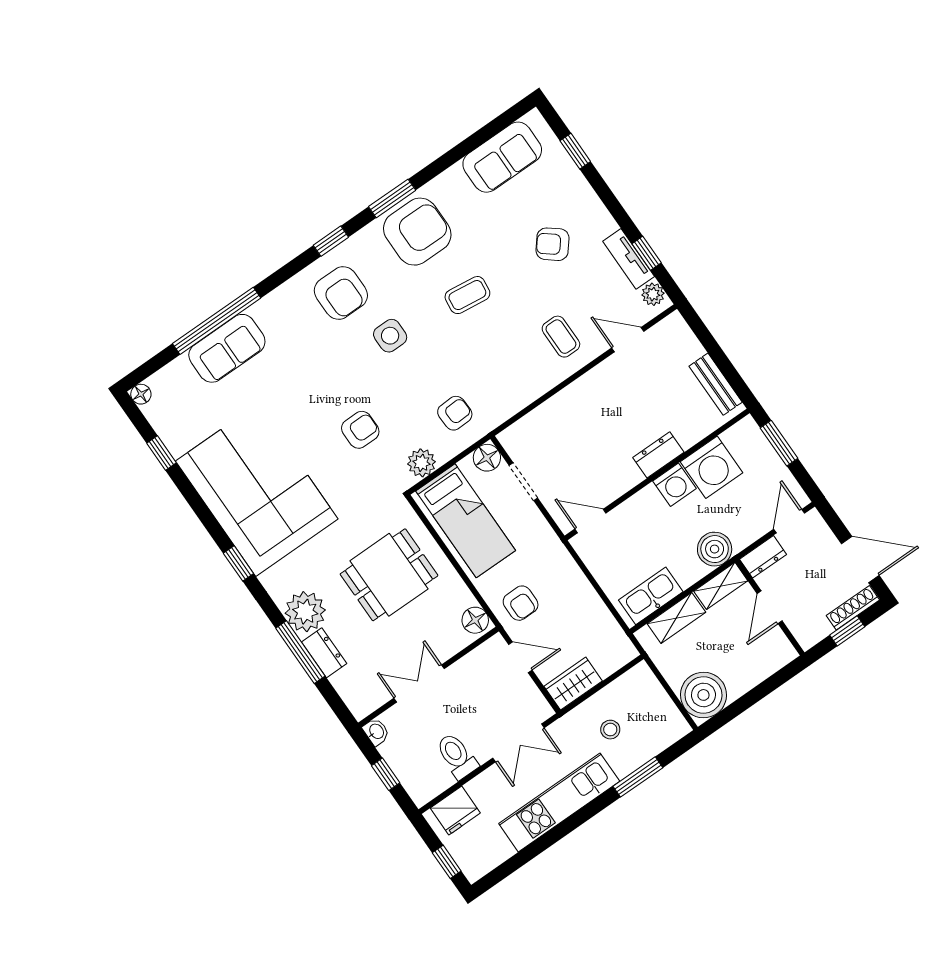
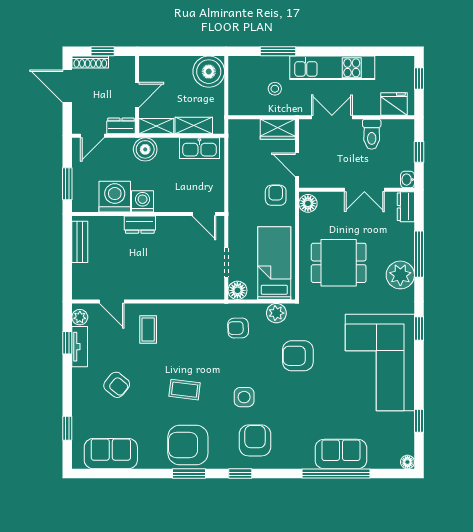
armchair: (360, 430) -> (298, 356), width x1.38, depth x1.38
dresser: (324, 653) -> (406, 207), moved

